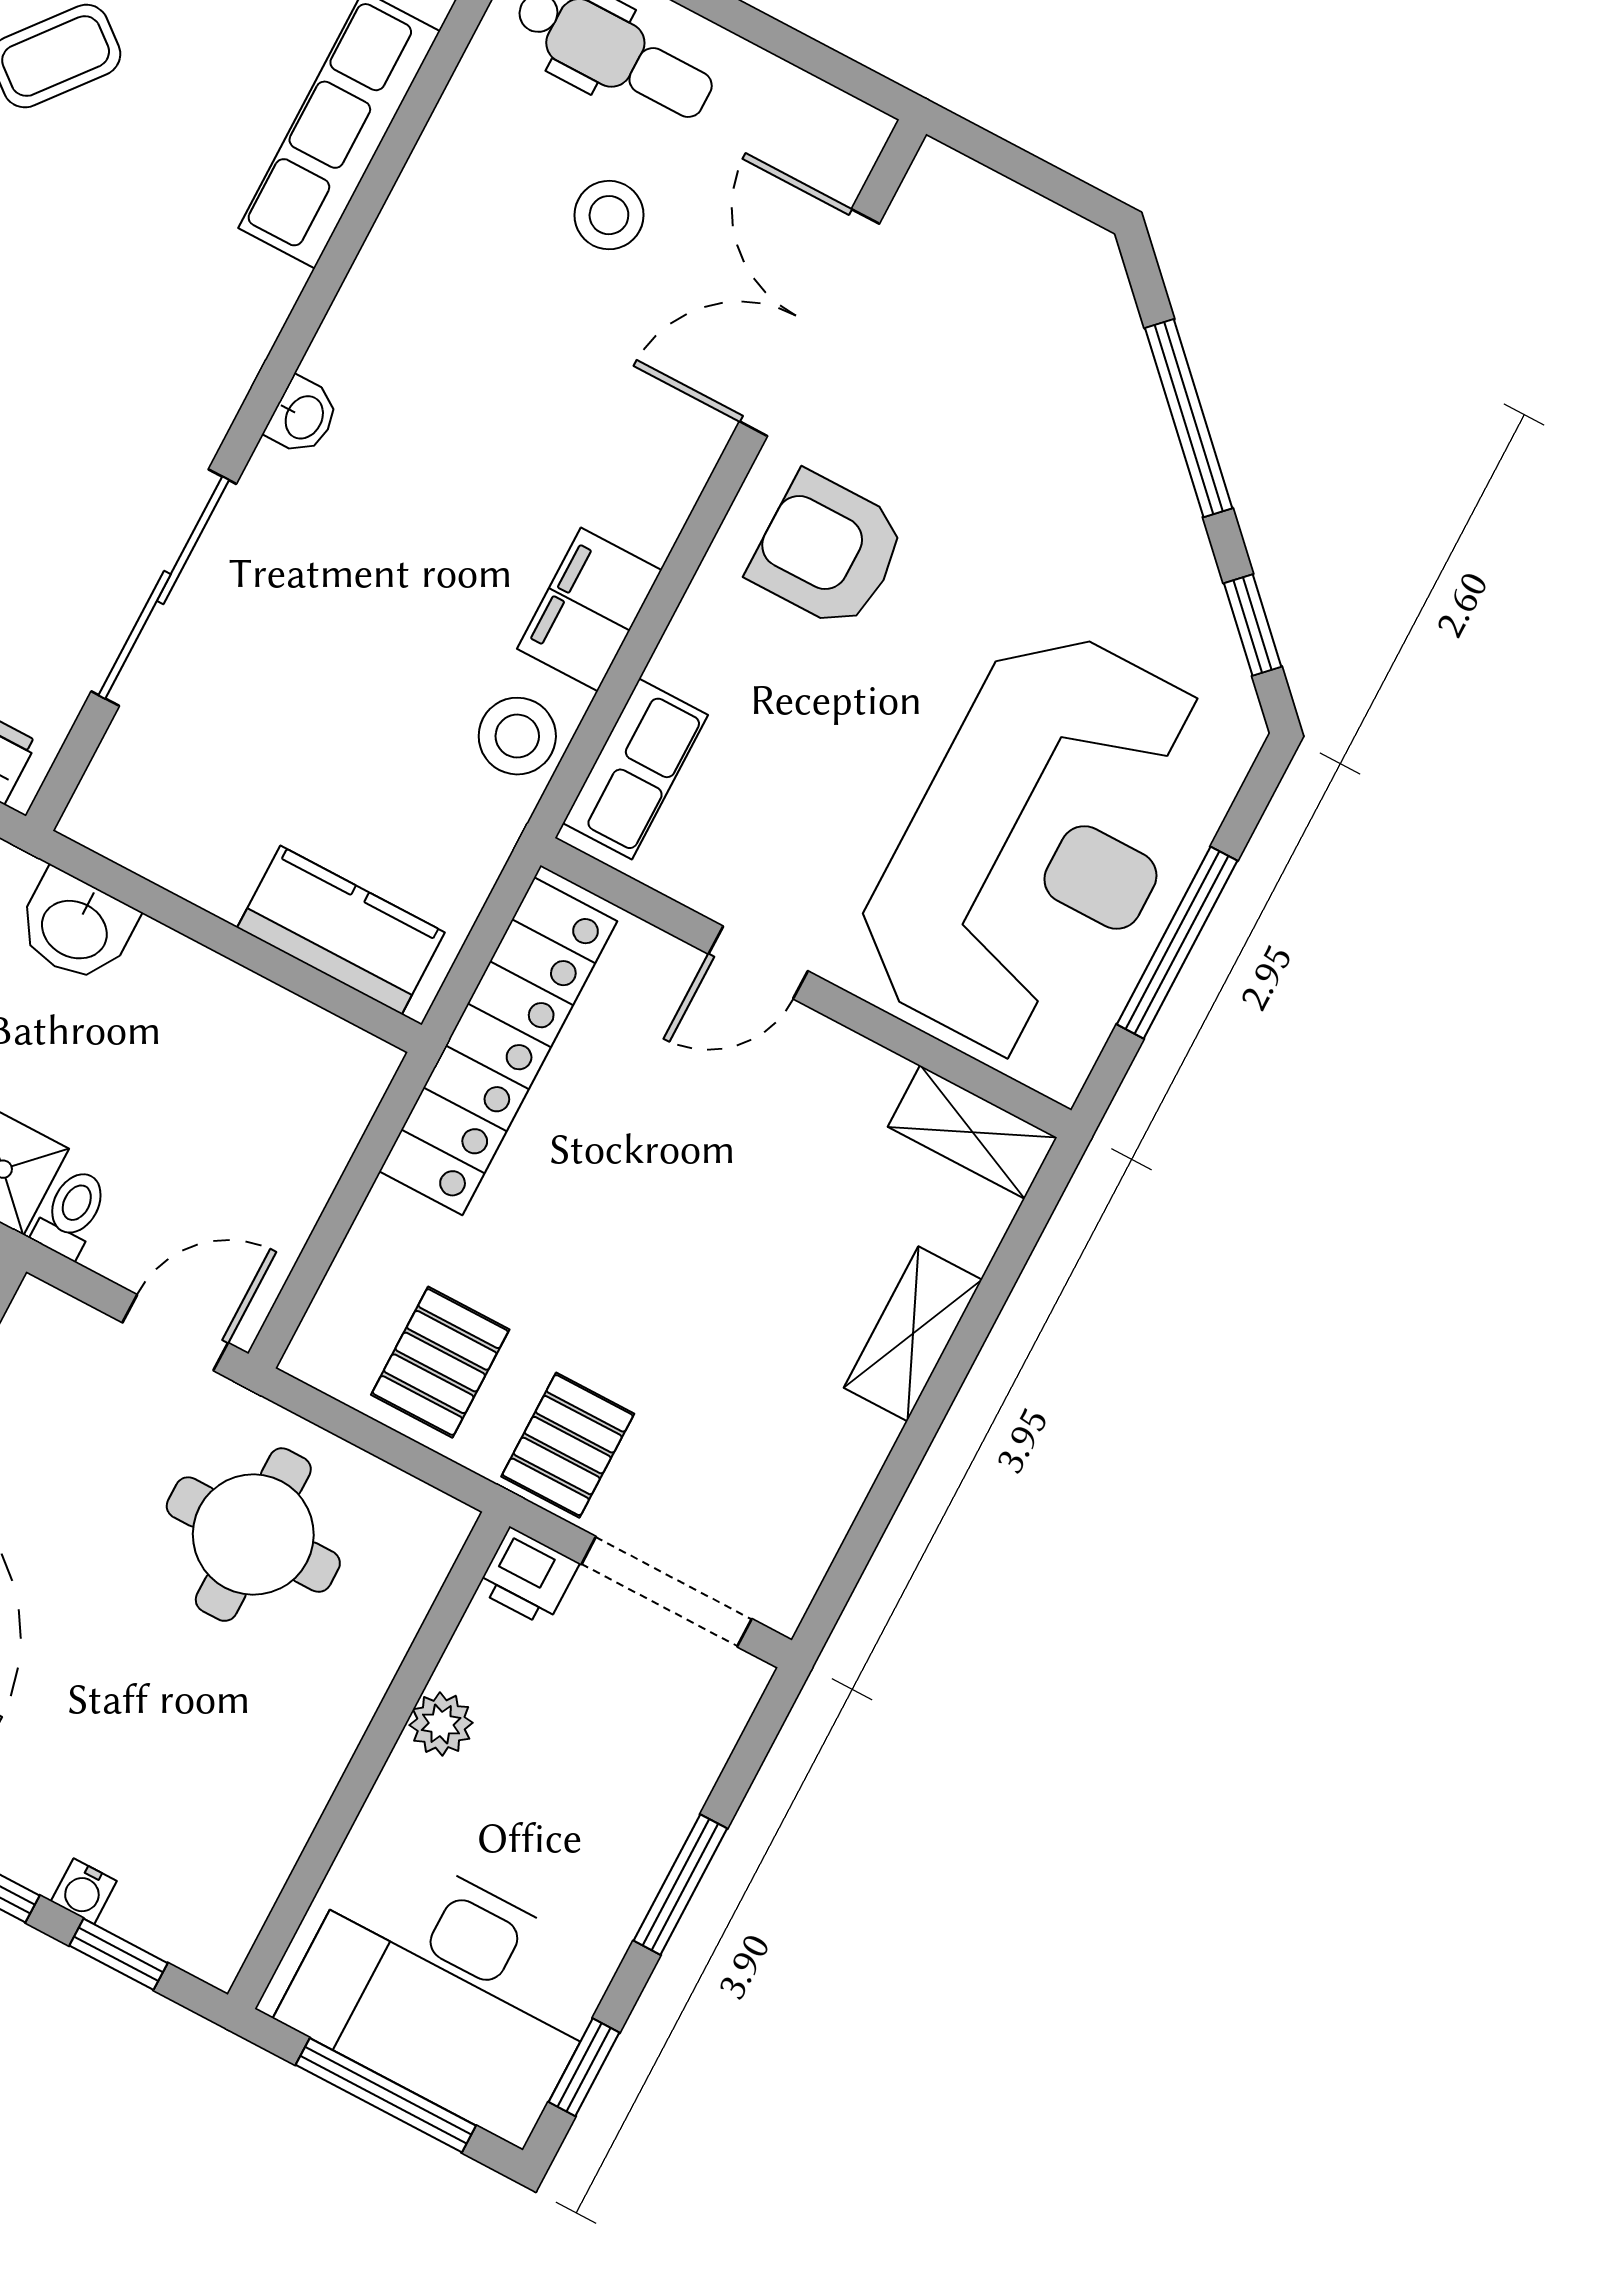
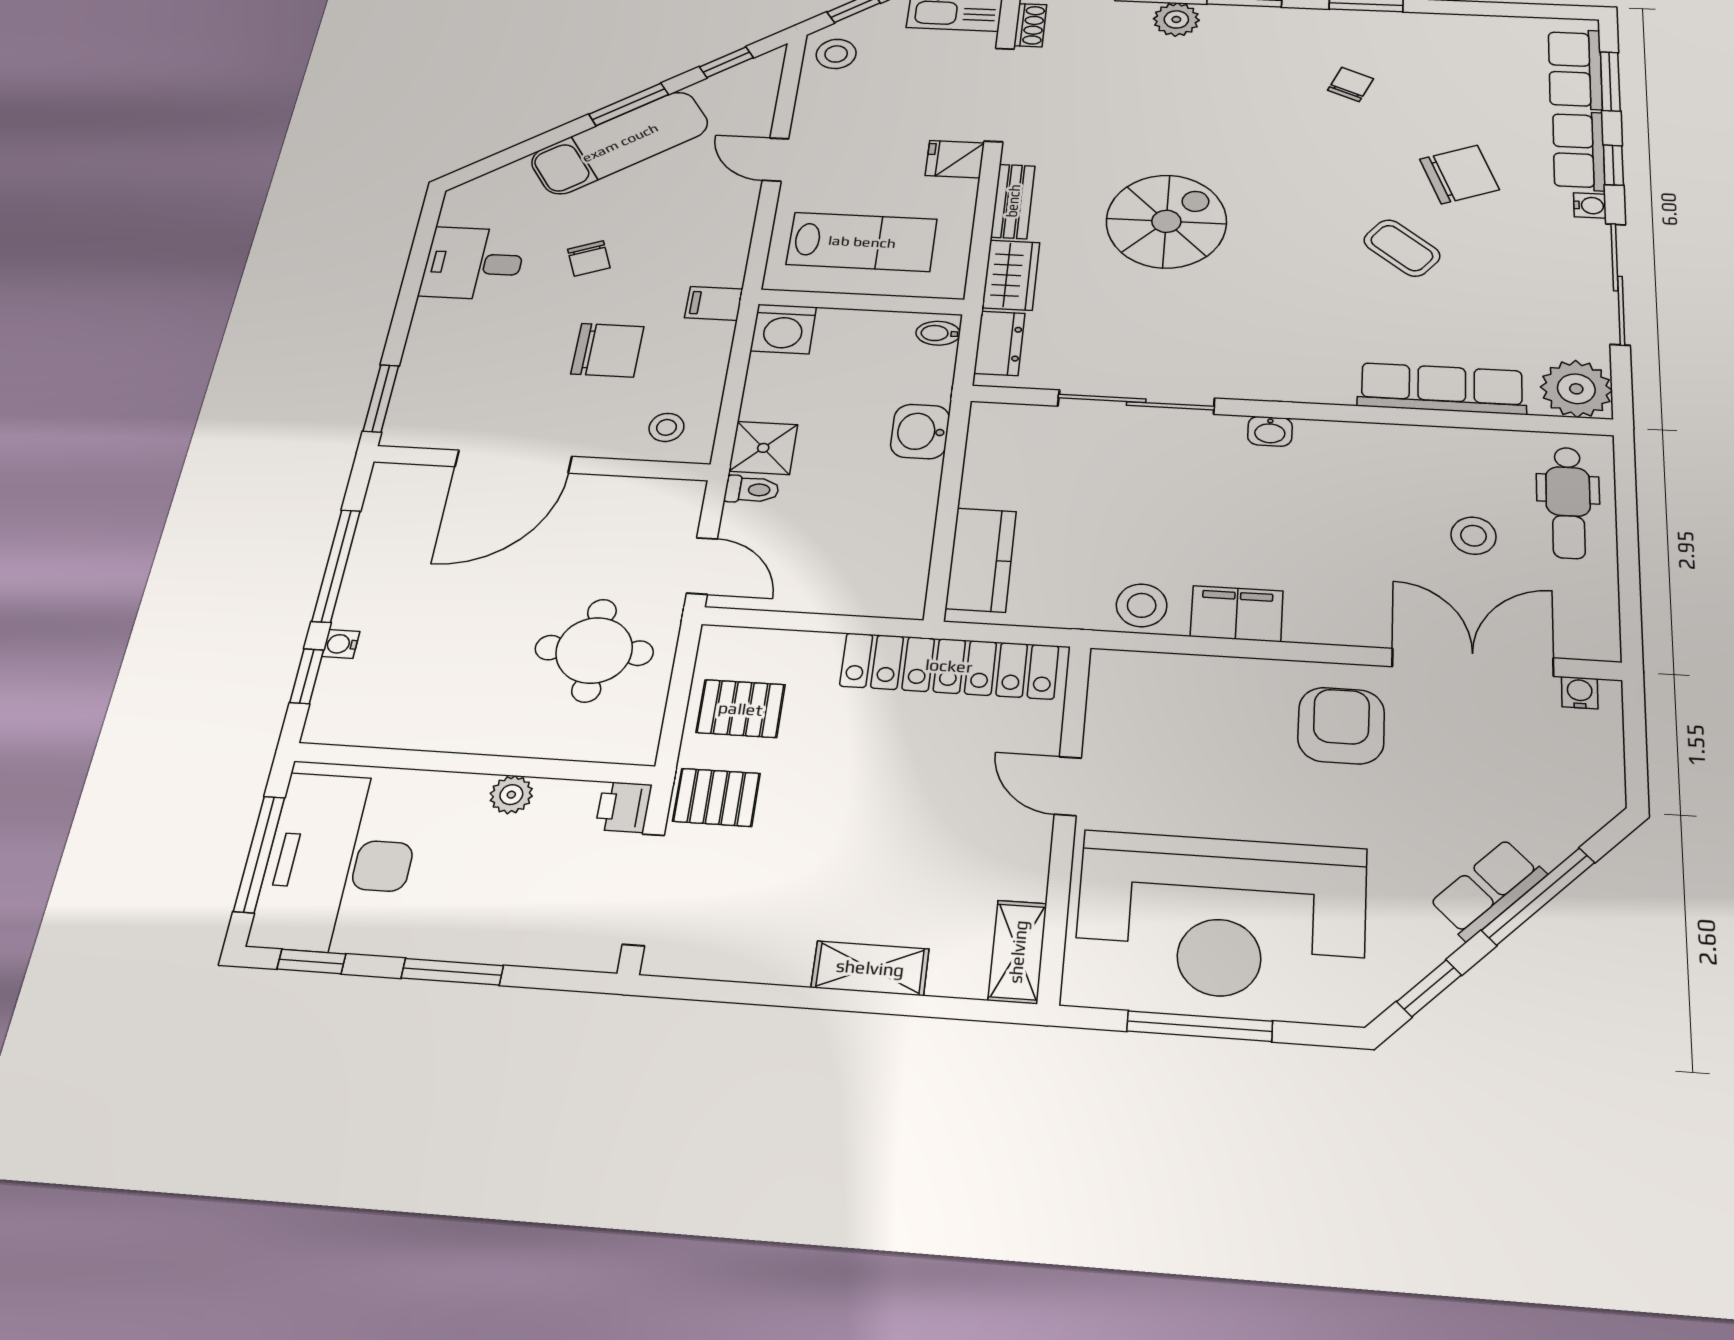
water cooler: (920, 202) -> (1580, 693), added
row of seats: (635, 769) -> (1488, 889), moved, turned 135

